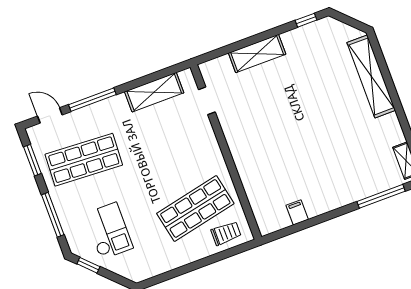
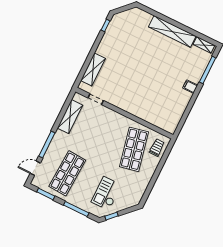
shelving: (257, 54) -> (93, 69), moved
shelving: (371, 76) -> (172, 31), moved
filing cabinet: (297, 212) -> (190, 87), moved
checkout: (109, 231) -> (106, 193), turned -90

